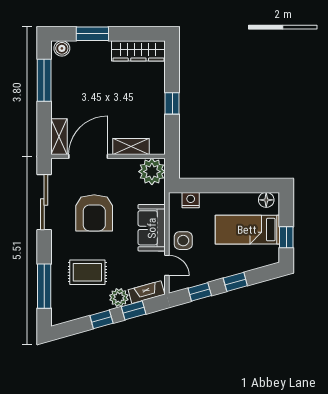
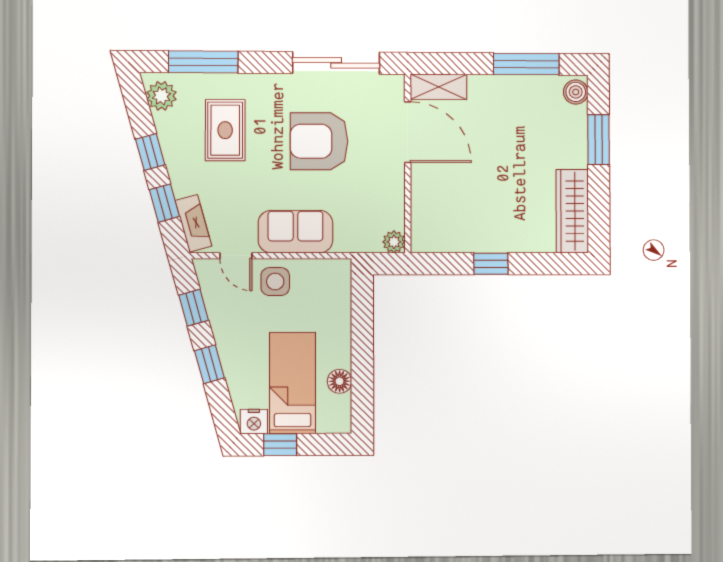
shelving: (131, 147) -> (423, 199), removed
plant: (152, 172) -> (394, 242), width x0.53, depth x0.53
nightstand: (191, 200) -> (254, 422), moved, turned 90
floor lamp: (266, 200) -> (340, 381), moved
door: (167, 265) -> (236, 256), hinge flipped
plant: (119, 298) -> (161, 96), moved

